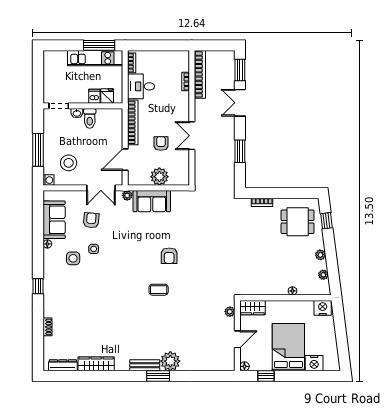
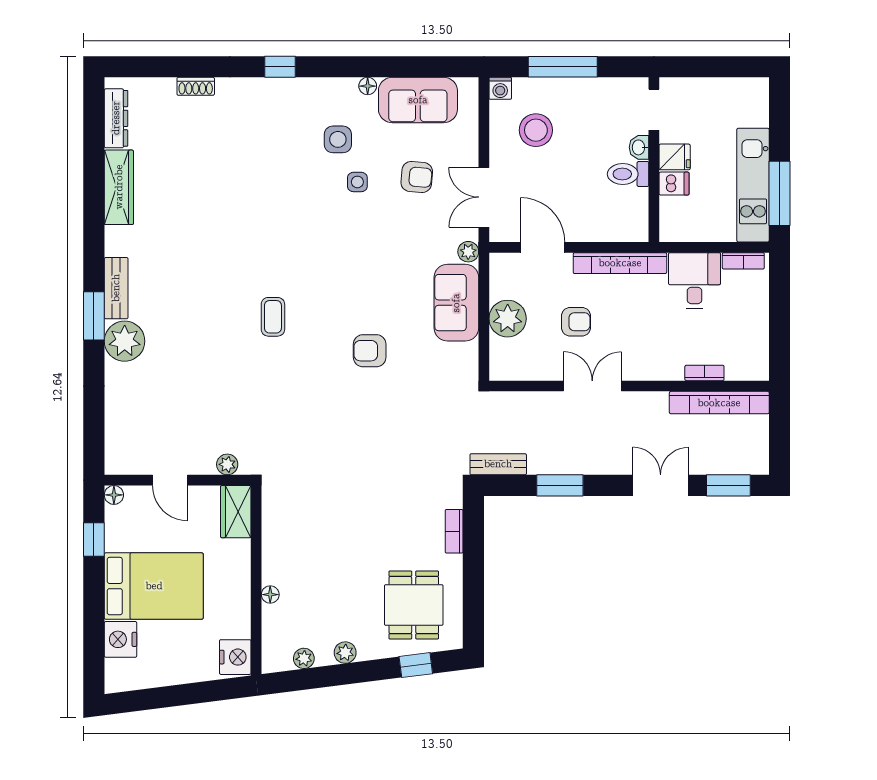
fridge: (107, 96) -> (675, 157), moved
bench: (230, 181) -> (498, 464), added
armchair: (169, 256) -> (370, 351), moved

